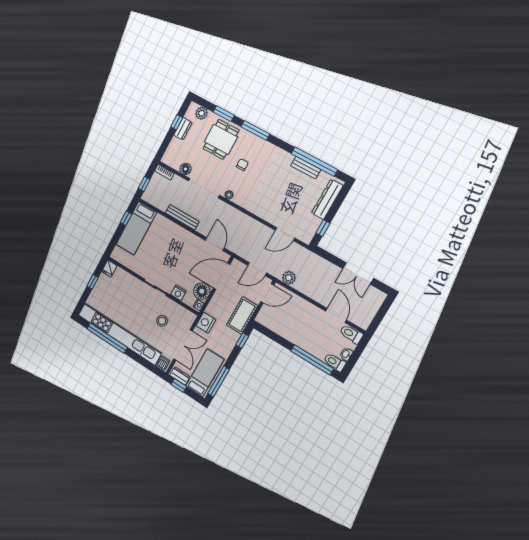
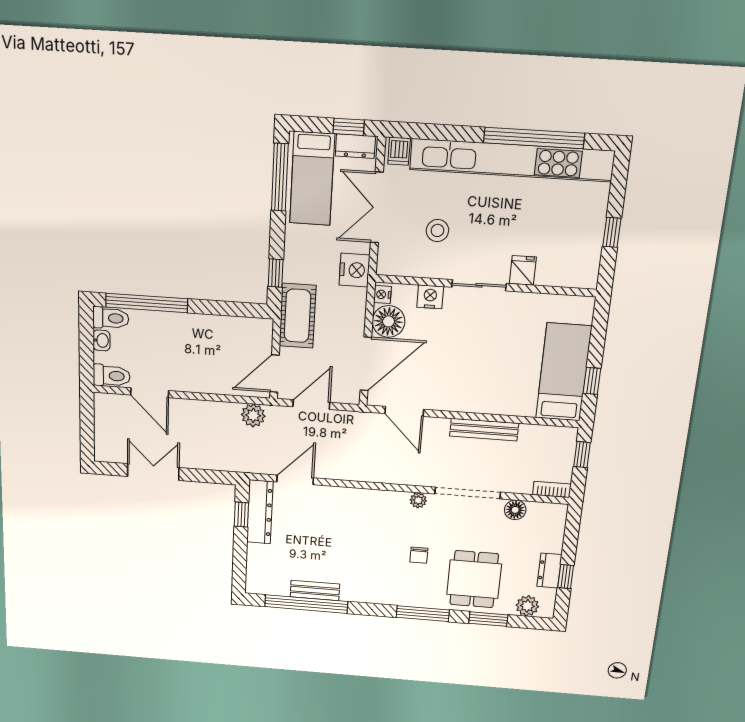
dresser: (327, 199) -> (260, 512), moved
fridge: (109, 268) -> (523, 270), moved

